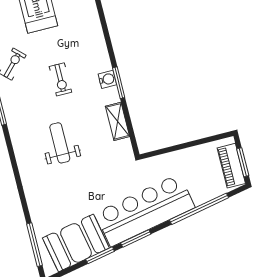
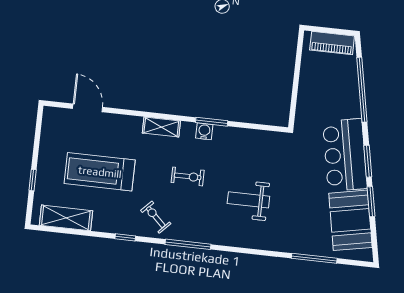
shelving: (118, 121) -> (161, 127), moved
window: (243, 162) -> (333, 31), removed
bar counter: (145, 210) -> (345, 155), width x0.73
window: (34, 245) -> (314, 258), moved

